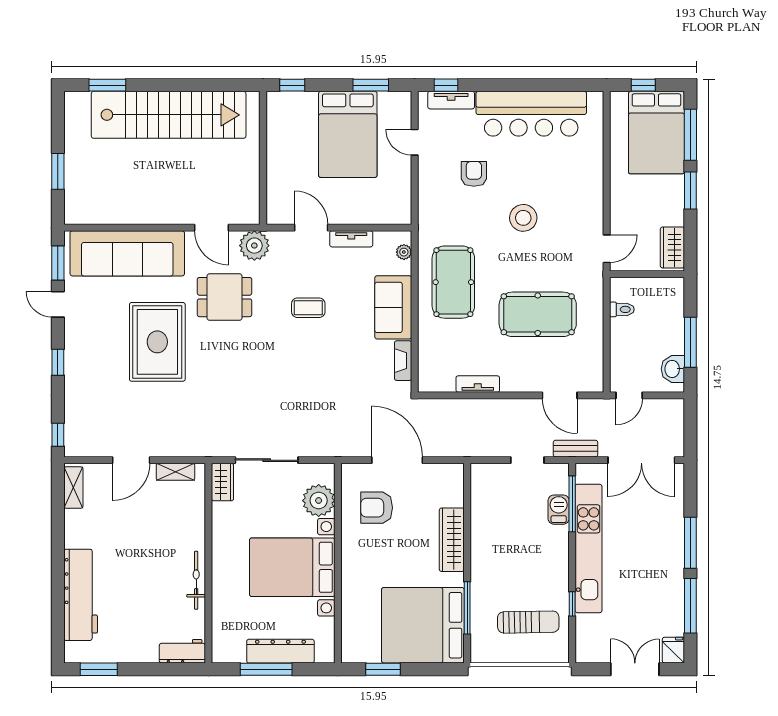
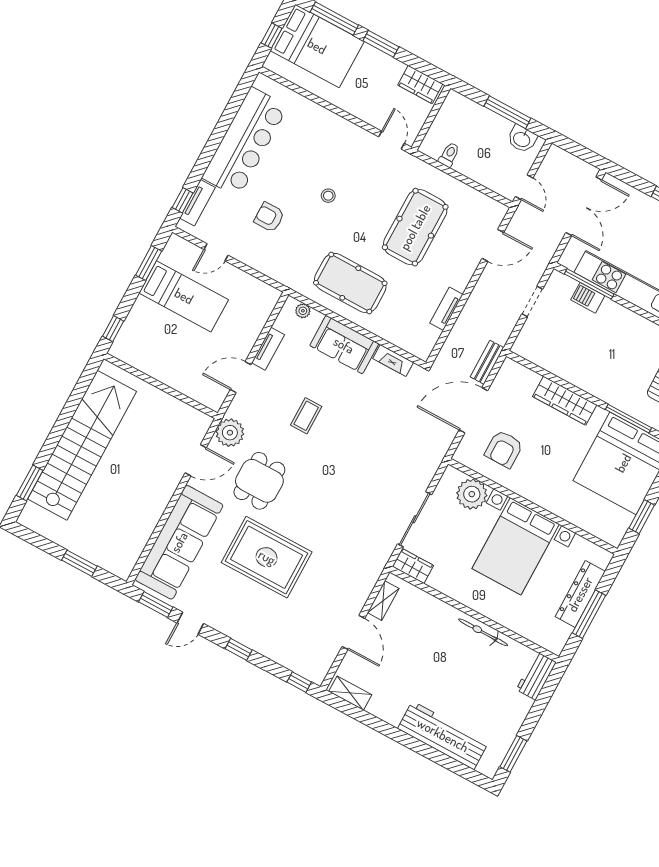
bed: (348, 134) -> (184, 296), width x0.67
stool: (523, 218) -> (328, 196), width x0.53, depth x0.53
bench: (575, 449) -> (487, 362), moved

